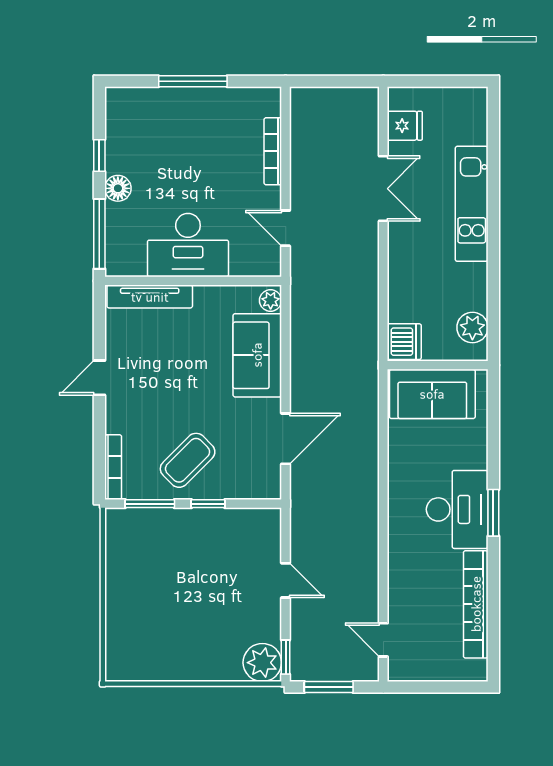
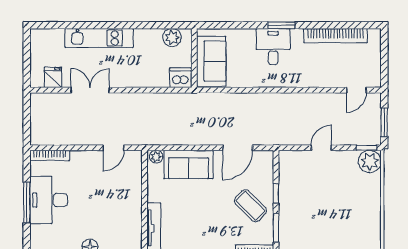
bookcase: (273, 151) -> (50, 155), moved
desk: (188, 245) -> (49, 200), moved, turned 180
door: (286, 439) -> (238, 148), swing flipped
desk: (457, 509) -> (273, 47), width x0.73

